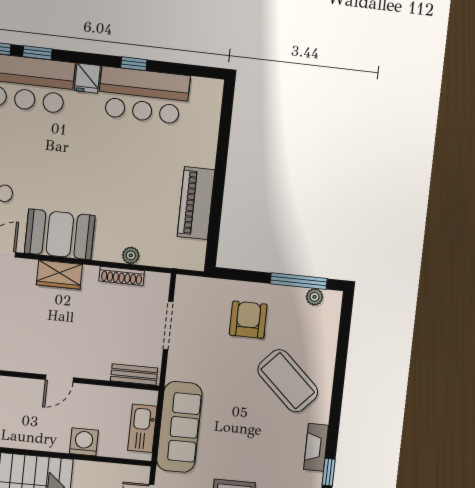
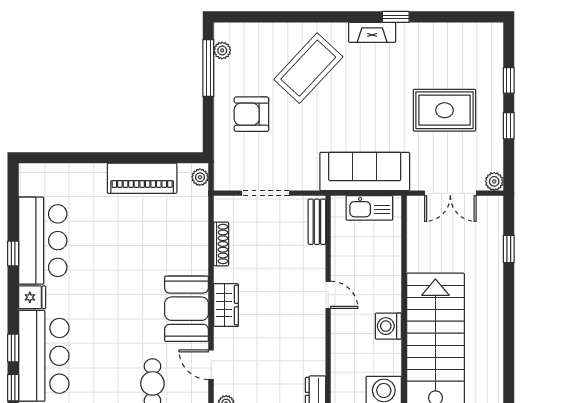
plant: (131, 255) -> (200, 177), moved
washing machine: (84, 442) -> (388, 326), moved

